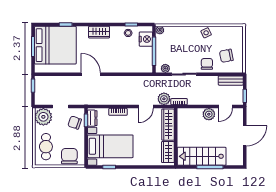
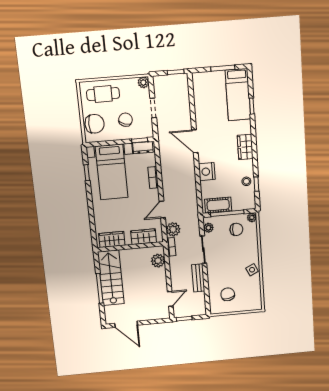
nightstand: (146, 39) -> (207, 172), moved, turned 90
bed: (55, 45) -> (238, 95), width x0.49
cot: (146, 59) -> (218, 205), added
chair: (207, 64) -> (236, 229), moved
door: (91, 74) -> (195, 141), swing flipped
bench: (231, 81) -> (198, 278), moved
door: (146, 107) -> (162, 209), hinge flipped
door: (225, 107) -> (170, 299), swing flipped
plant: (209, 114) -> (158, 261), moved
plant: (43, 117) -> (143, 82), width x0.53, depth x0.53
chair: (75, 123) -> (125, 120), moved
wardrobe: (168, 125) -> (144, 237), width x0.67
door: (245, 136) -> (126, 324), moved

